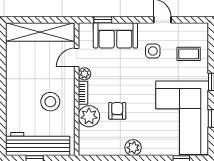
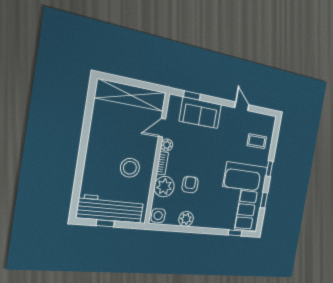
side table: (153, 51) -> (158, 216), moved
plant: (133, 148) -> (186, 219), moved

